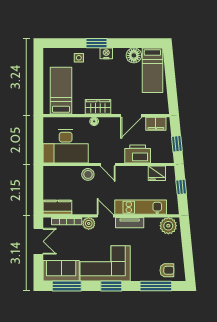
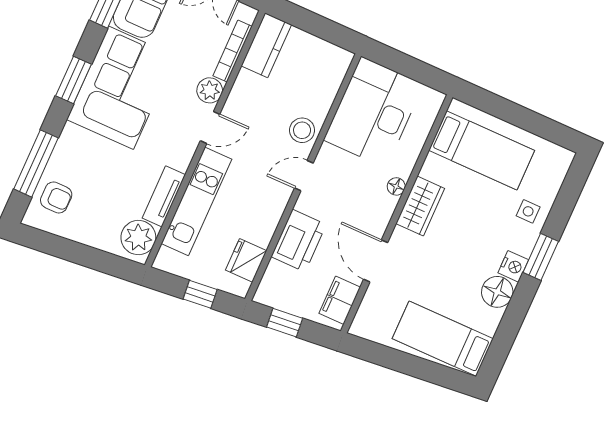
floor lamp: (134, 55) -> (497, 292), moved
tv unit: (130, 223) -> (164, 196), moved
armchair: (167, 270) -> (56, 197), turned -90

